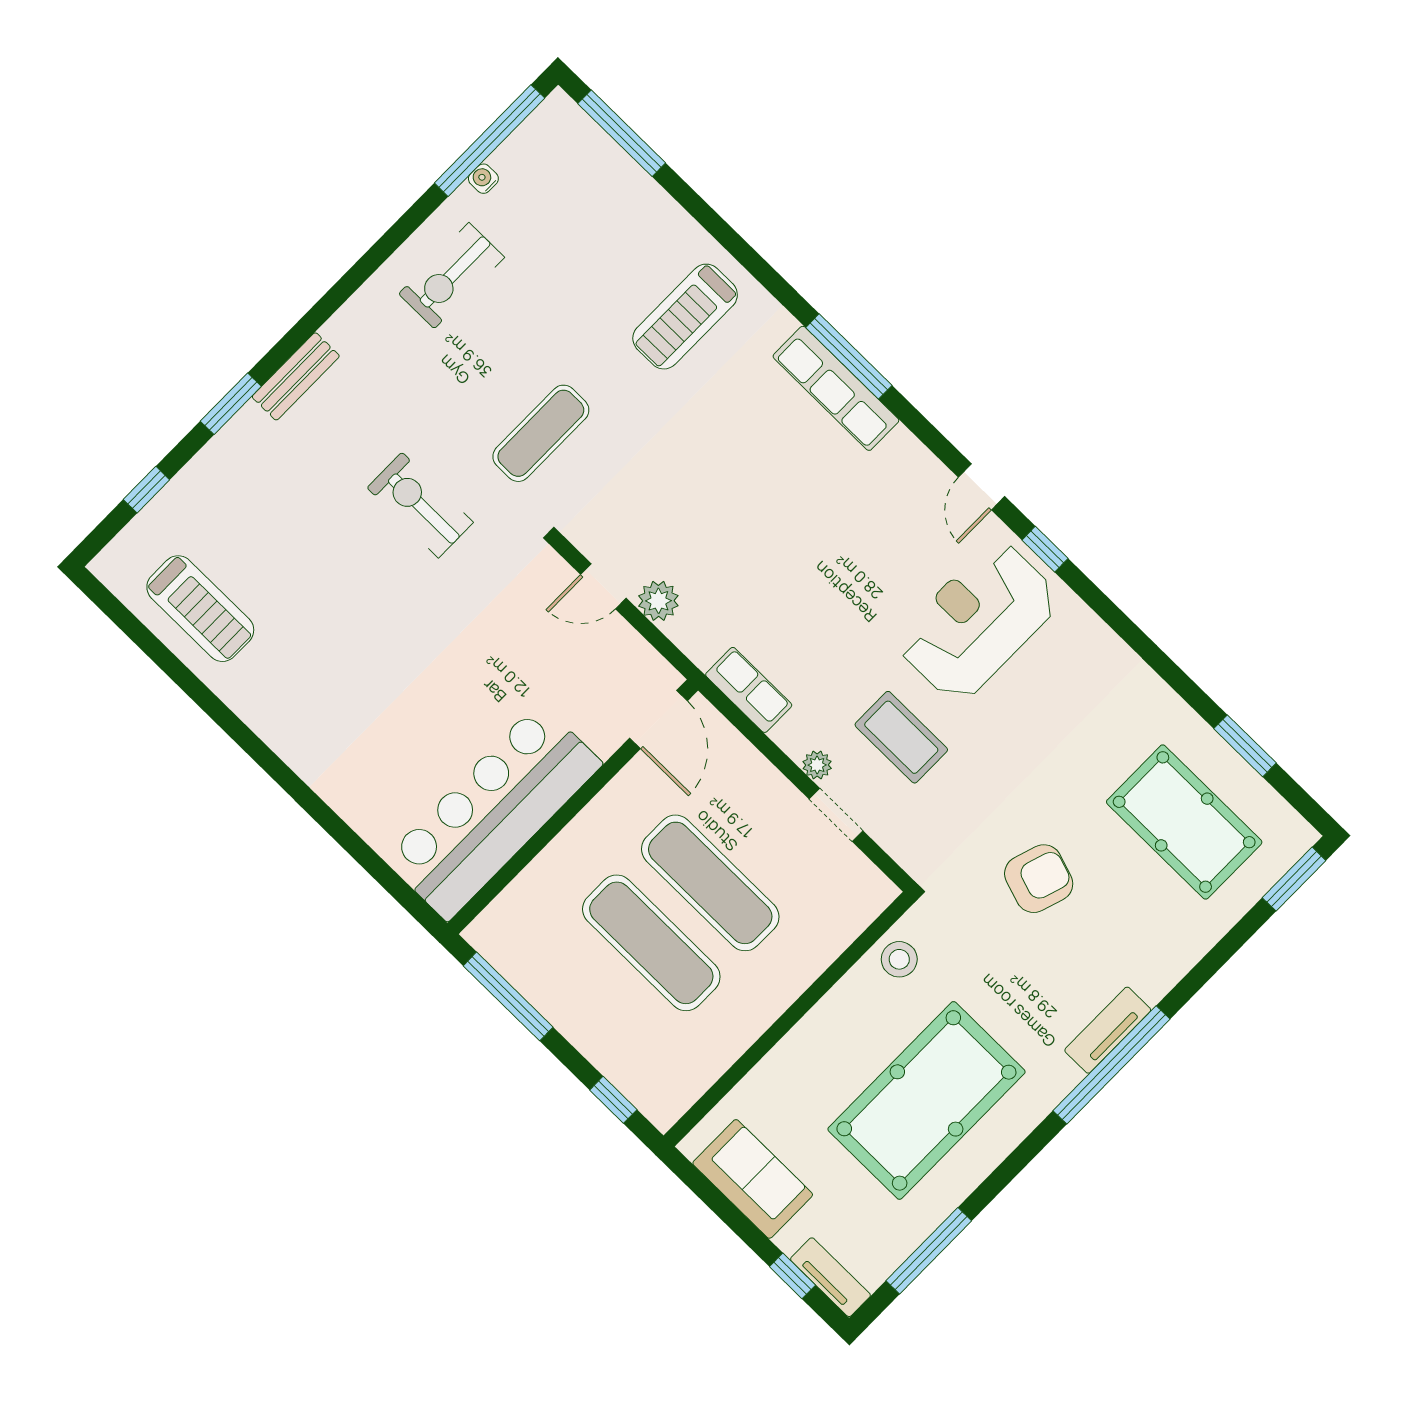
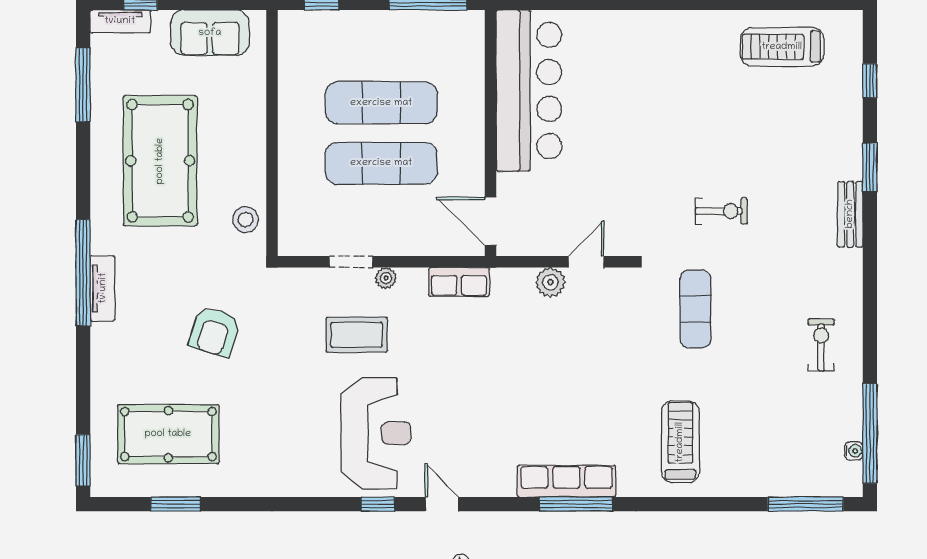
water cooler: (483, 179) -> (854, 451), moved
exercise bike: (452, 276) -> (821, 345), width x0.73, depth x0.72
exercise bike: (420, 505) -> (721, 211), width x0.73, depth x0.72

